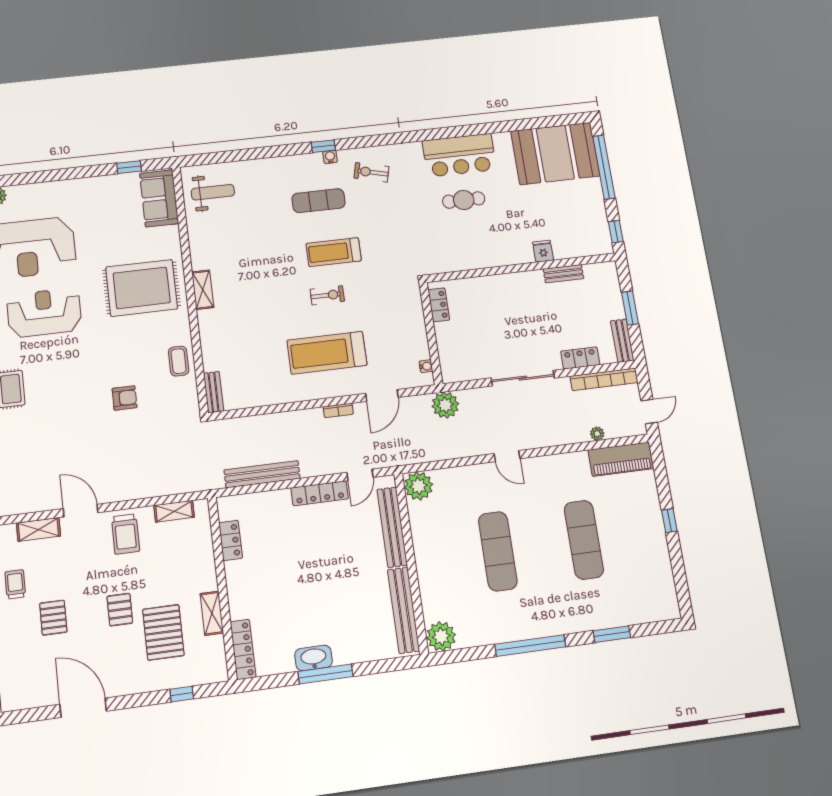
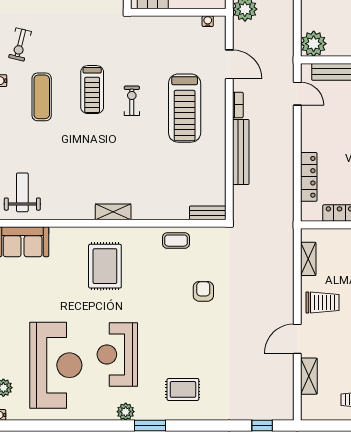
rug: (142, 288) -> (105, 266), width x0.73, depth x0.69
bench: (262, 474) -> (241, 152), moved
locker: (320, 493) -> (309, 177), moved

